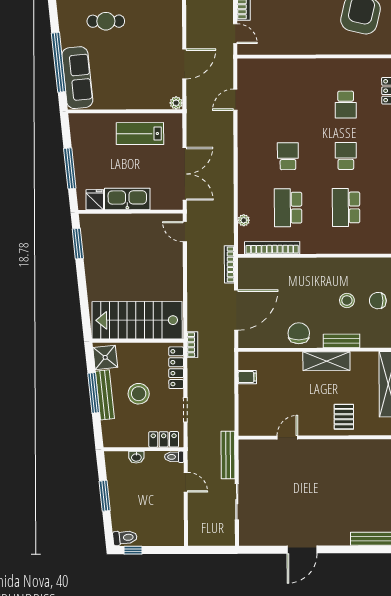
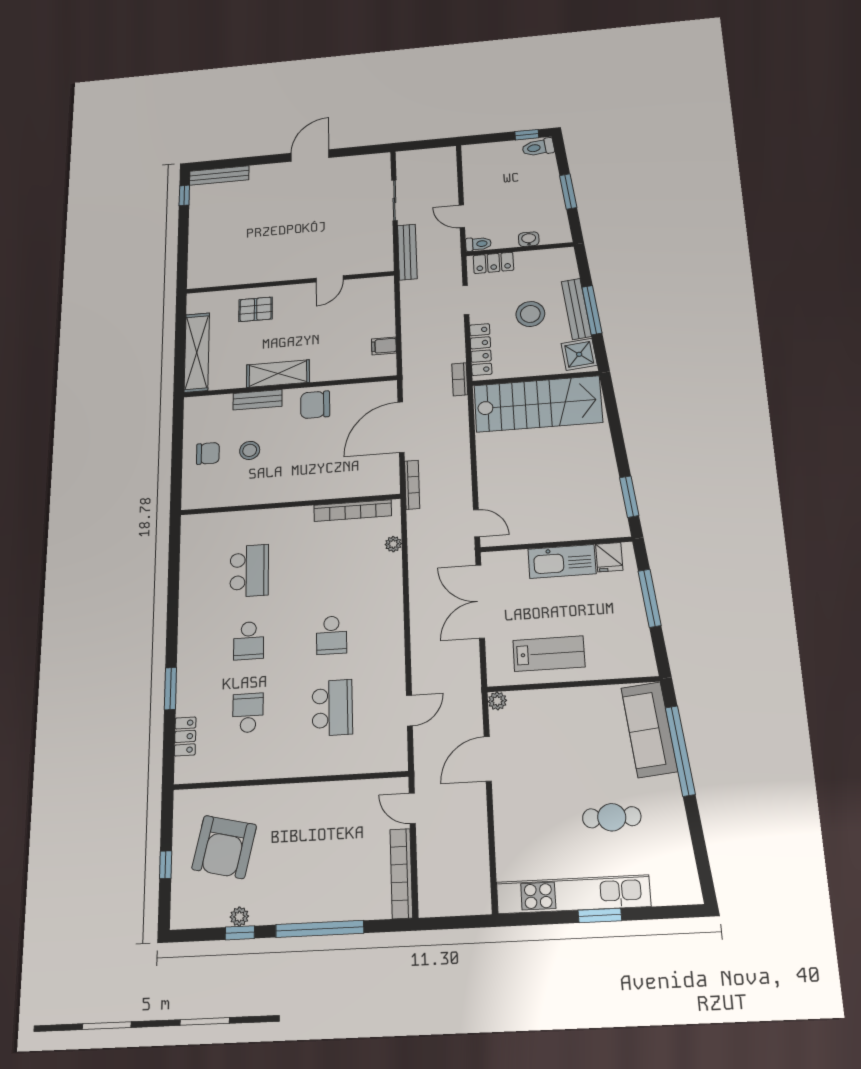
school desk: (288, 208) -> (332, 708), moved
chair: (299, 333) -> (315, 405), turned 90
pallet: (344, 417) -> (256, 309), turned 90

